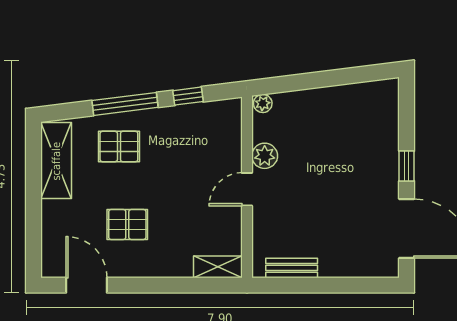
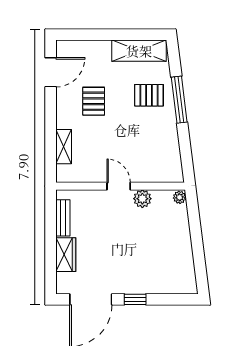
window: (188, 96) -> (185, 144), removed
pallet: (119, 147) -> (149, 95), turned 90
wardrobe: (343, 264) -> (66, 255), added
shelving: (218, 267) -> (64, 147), moved

